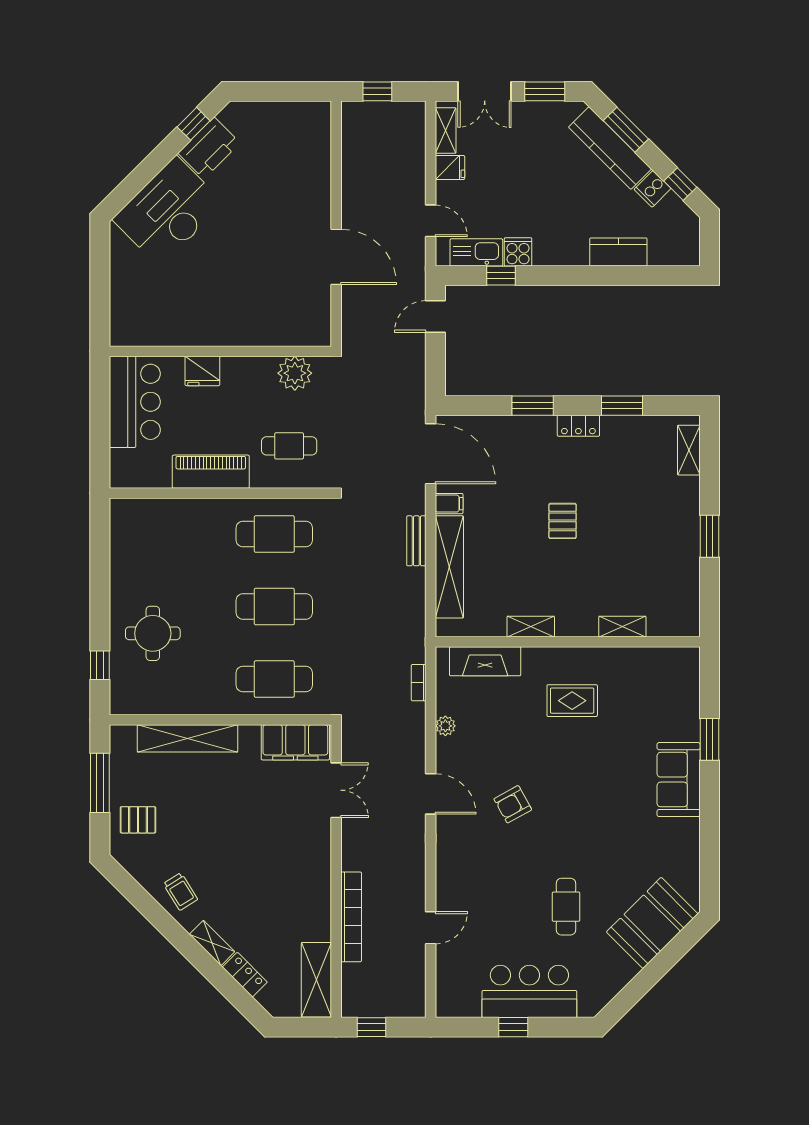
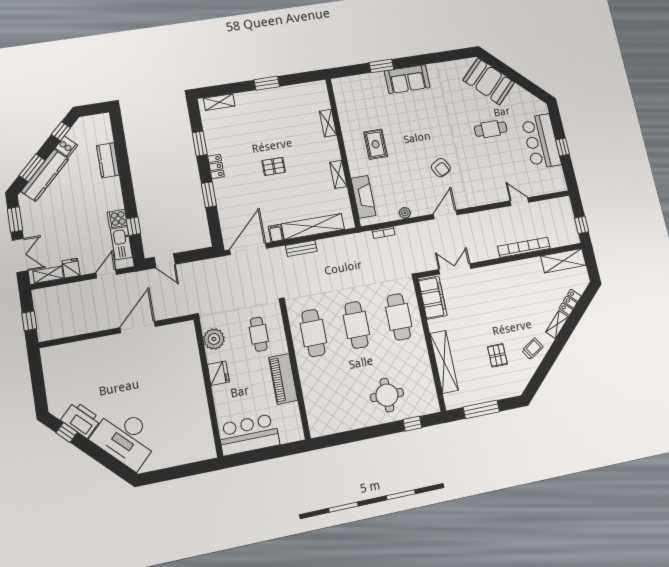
fridge: (202, 371) -> (218, 373), moved
pallet: (138, 820) -> (497, 355), moved

